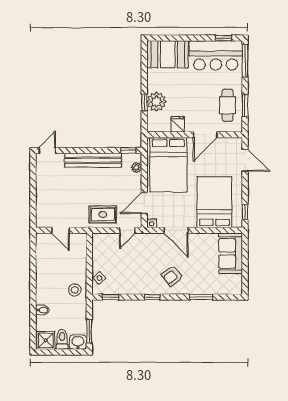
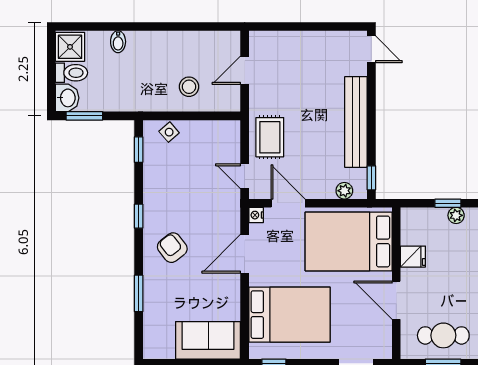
plant: (156, 102) -> (456, 215), width x0.53, depth x0.53
stool: (75, 290) -> (189, 87), moved

